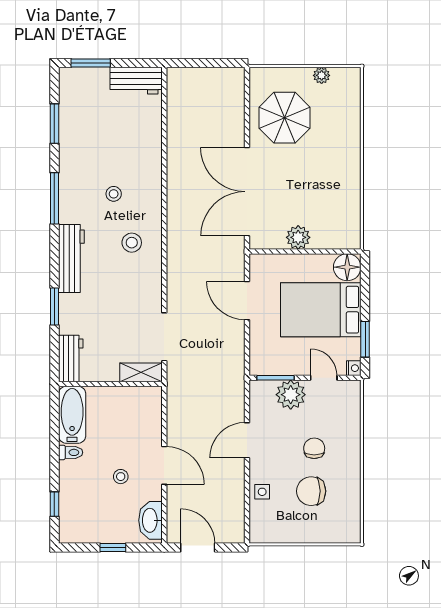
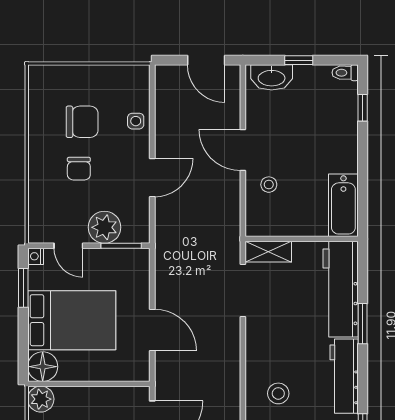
plant: (298, 237) -> (41, 399), moved
workbench: (71, 358) -> (341, 289), width x1.88, depth x1.32
toilet: (71, 452) -> (345, 73), moved
stool: (121, 477) -> (269, 185), moved
washbasin: (150, 520) -> (272, 77), moved, turned 90

